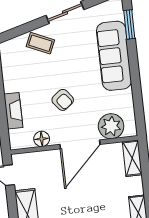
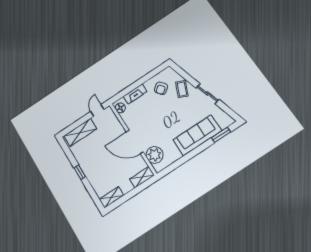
armchair: (63, 100) -> (161, 88), moved
floor lamp: (42, 139) -> (120, 108), moved

